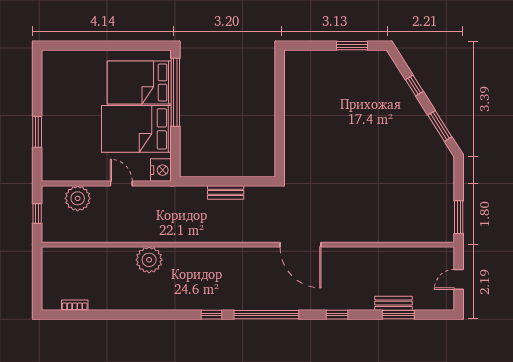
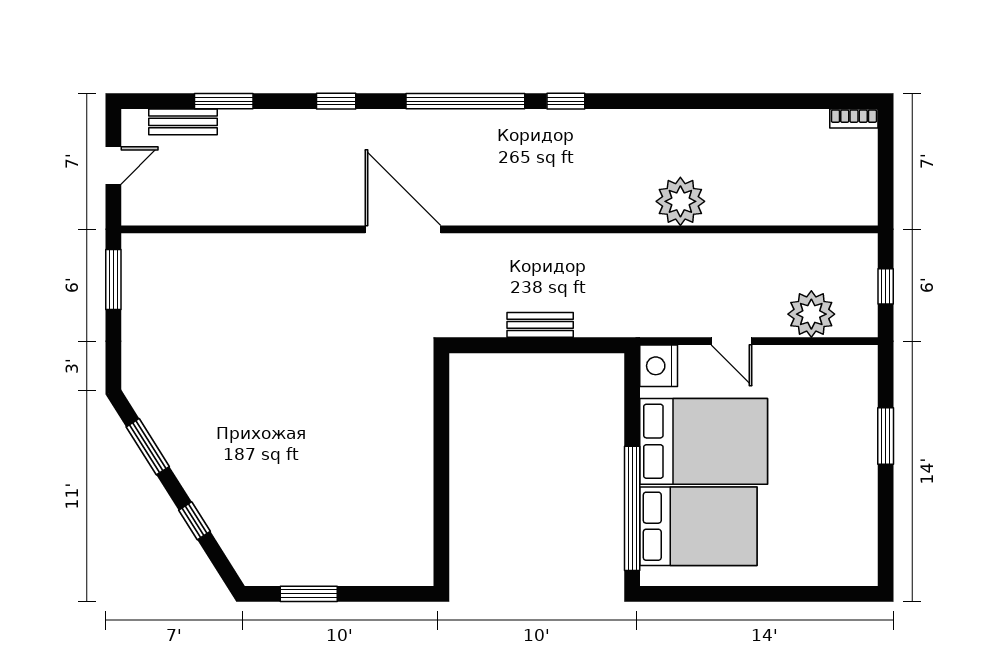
bench: (393, 303) -> (183, 122), moved
bookcase: (75, 305) -> (854, 118), moved

